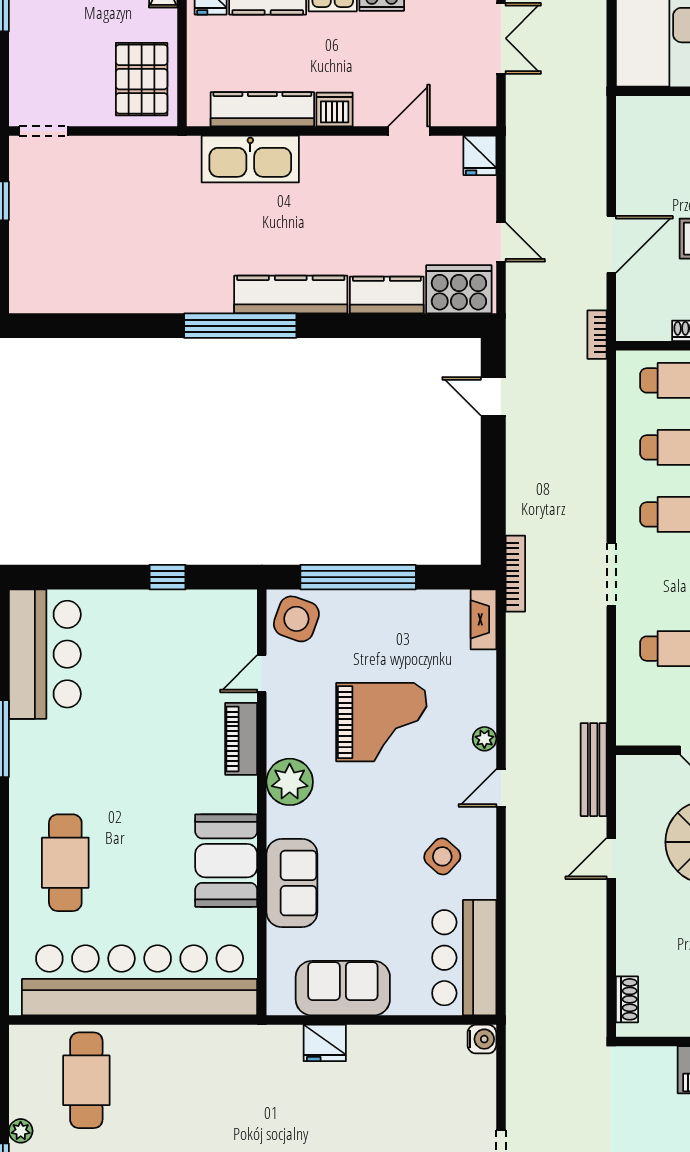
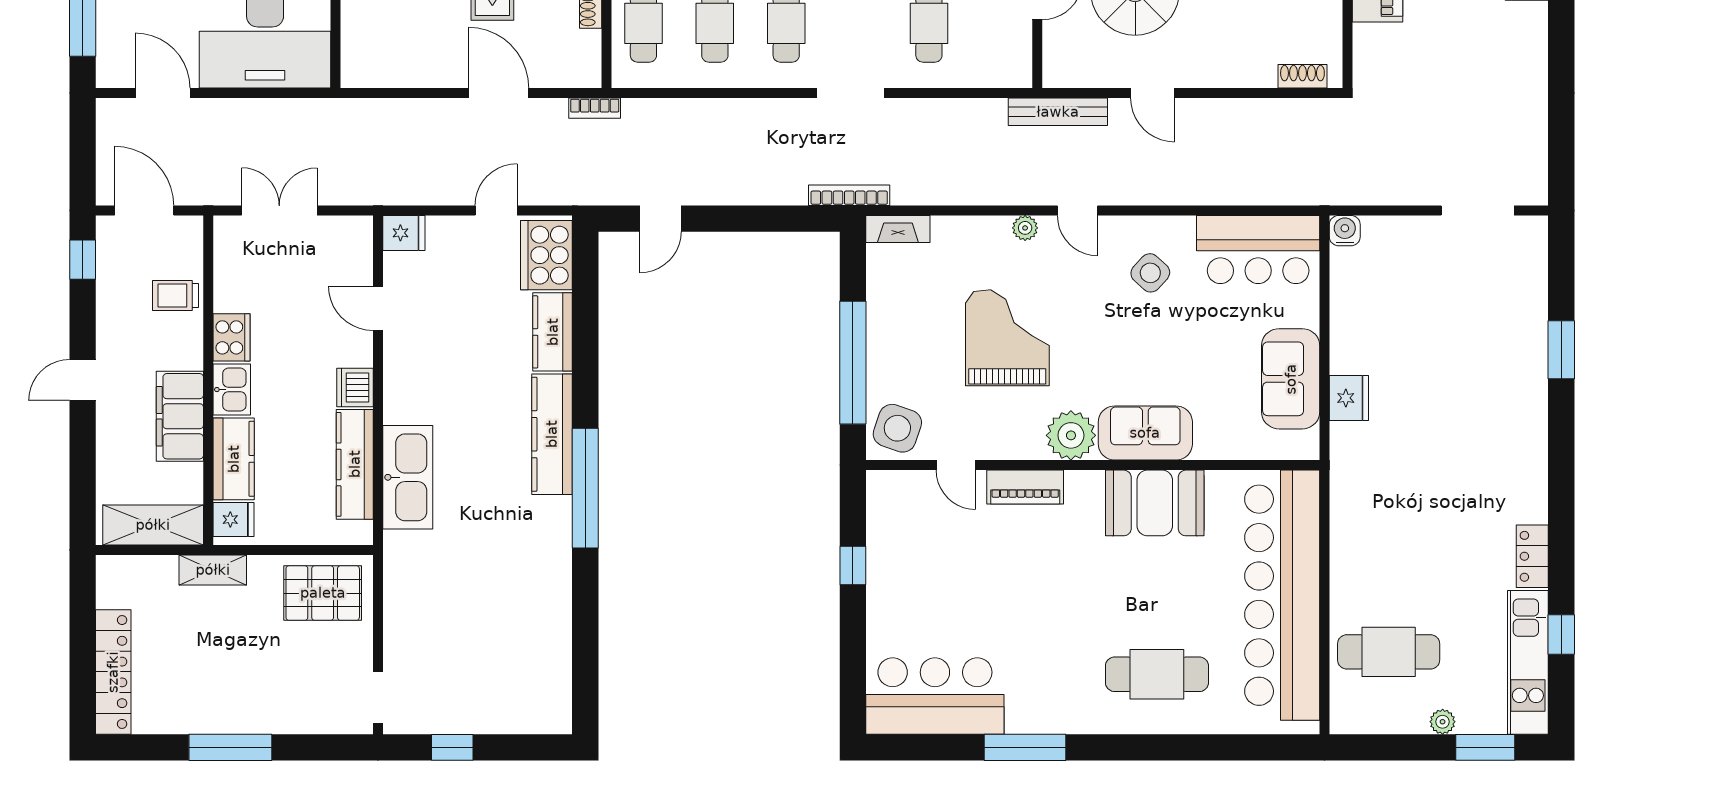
sofa: (292, 883) -> (1145, 433), moved

